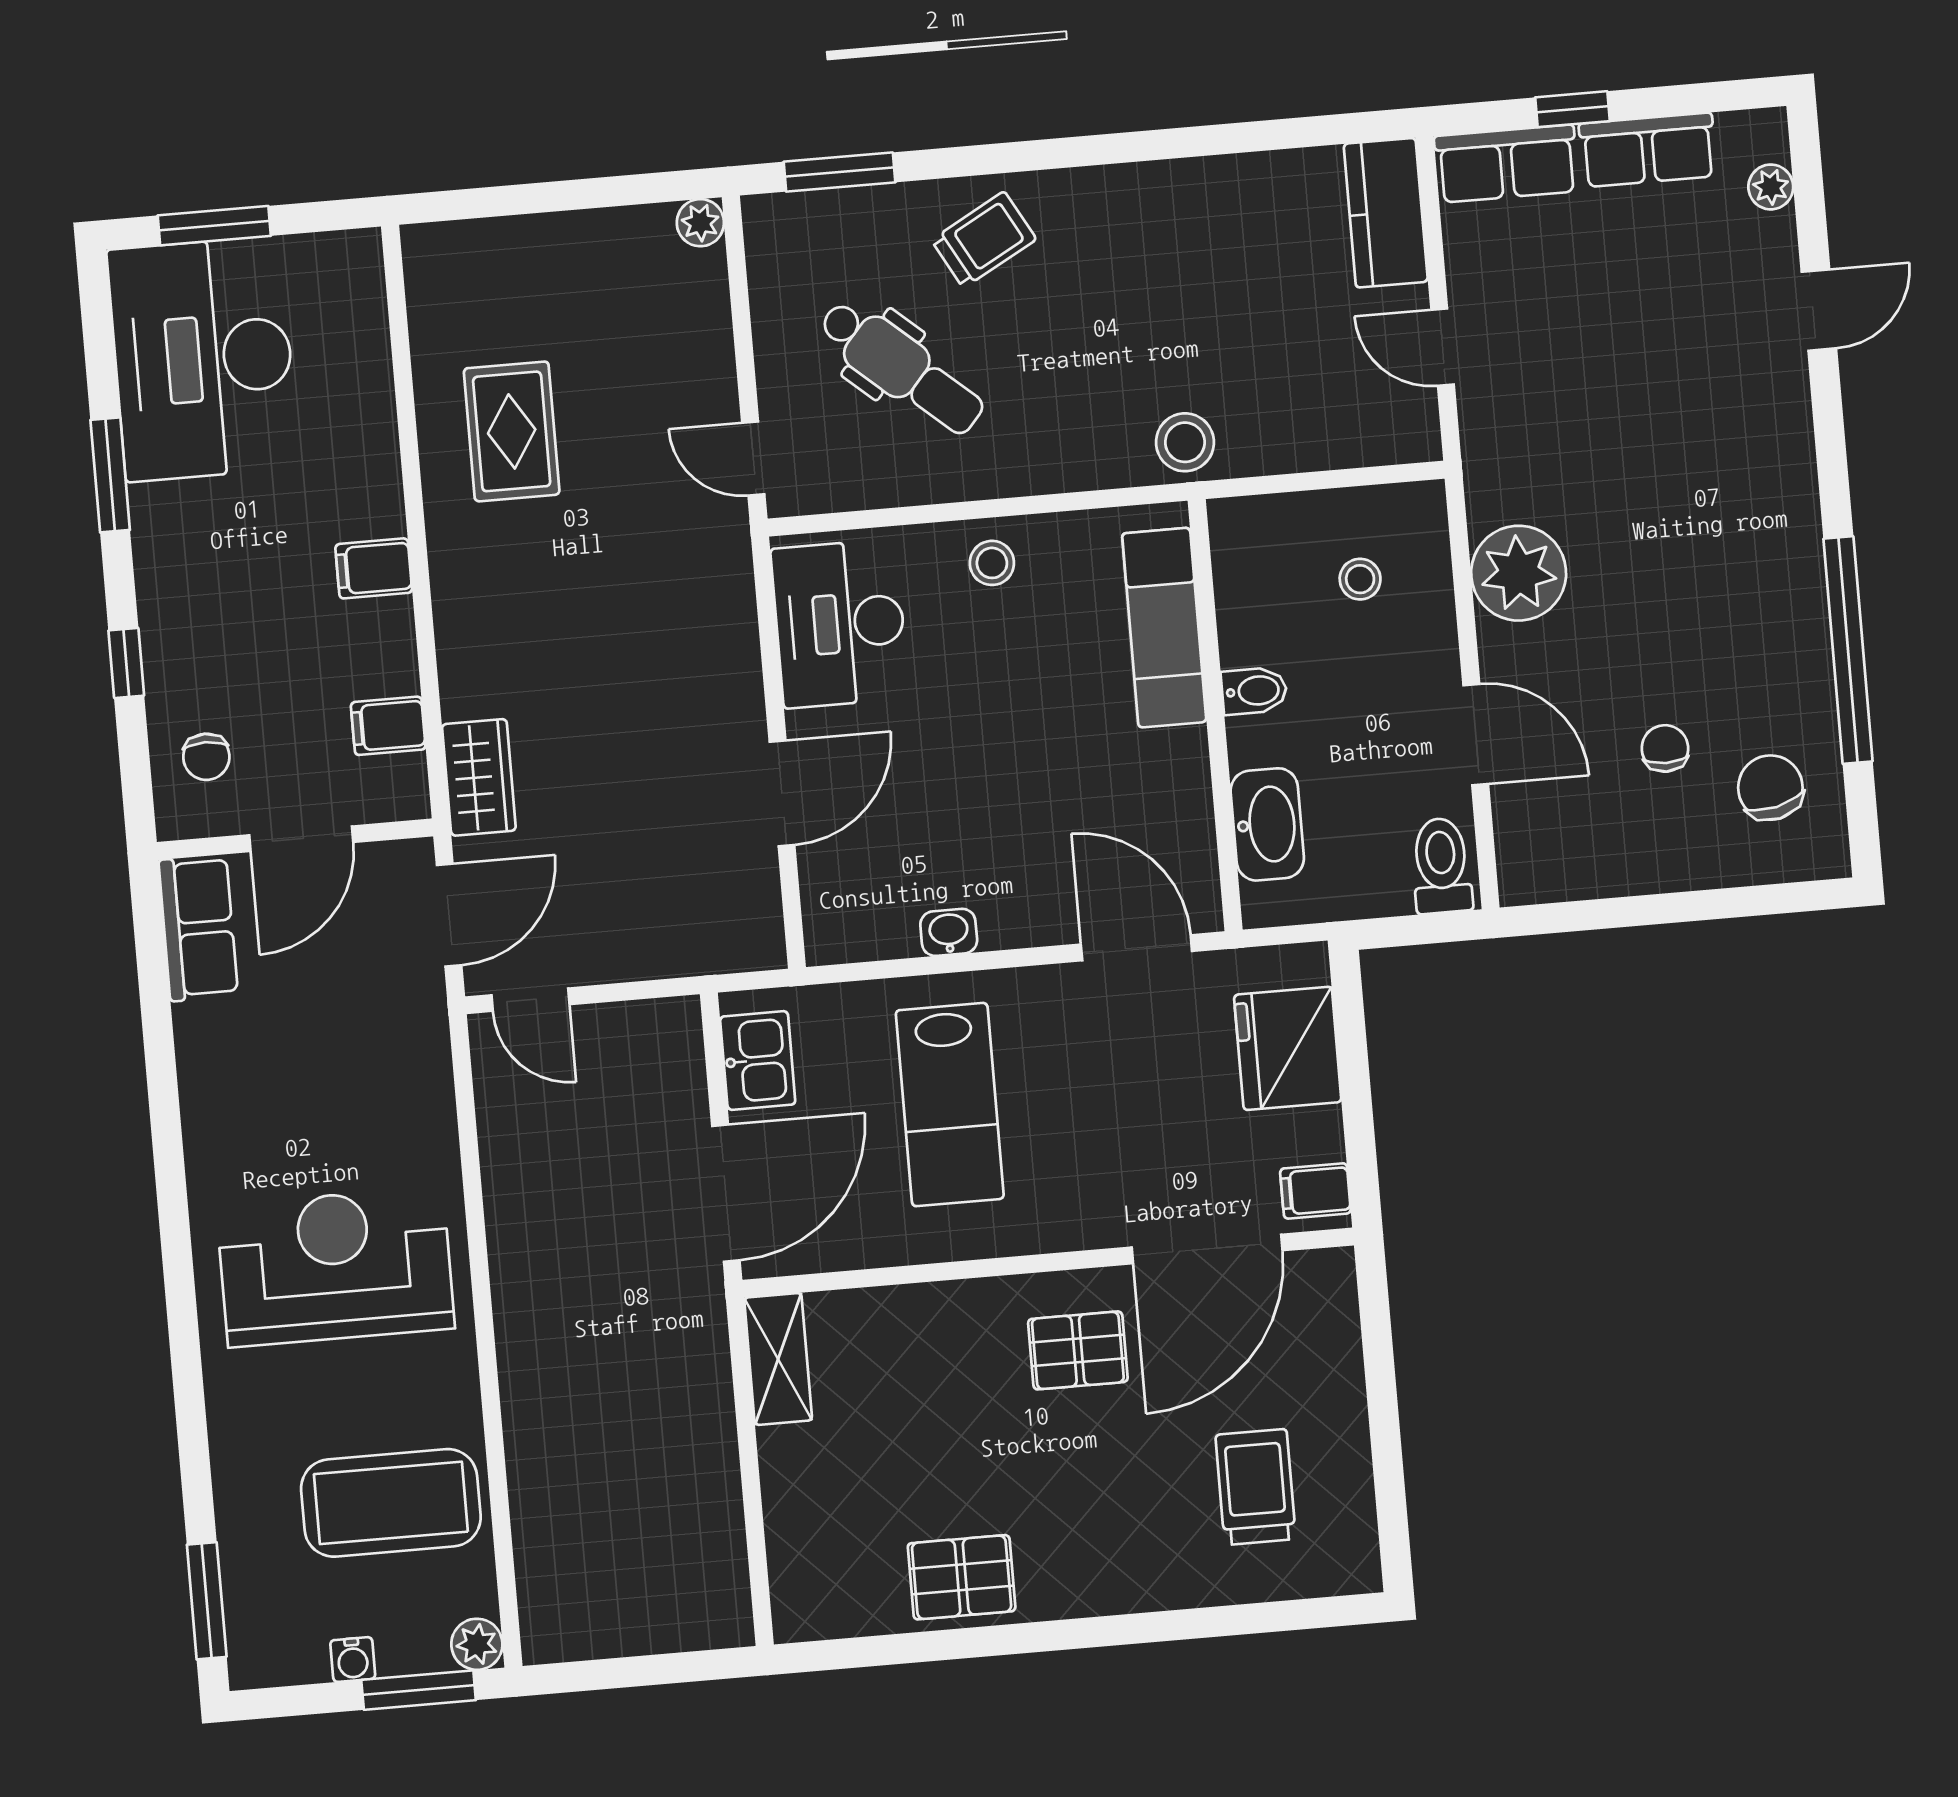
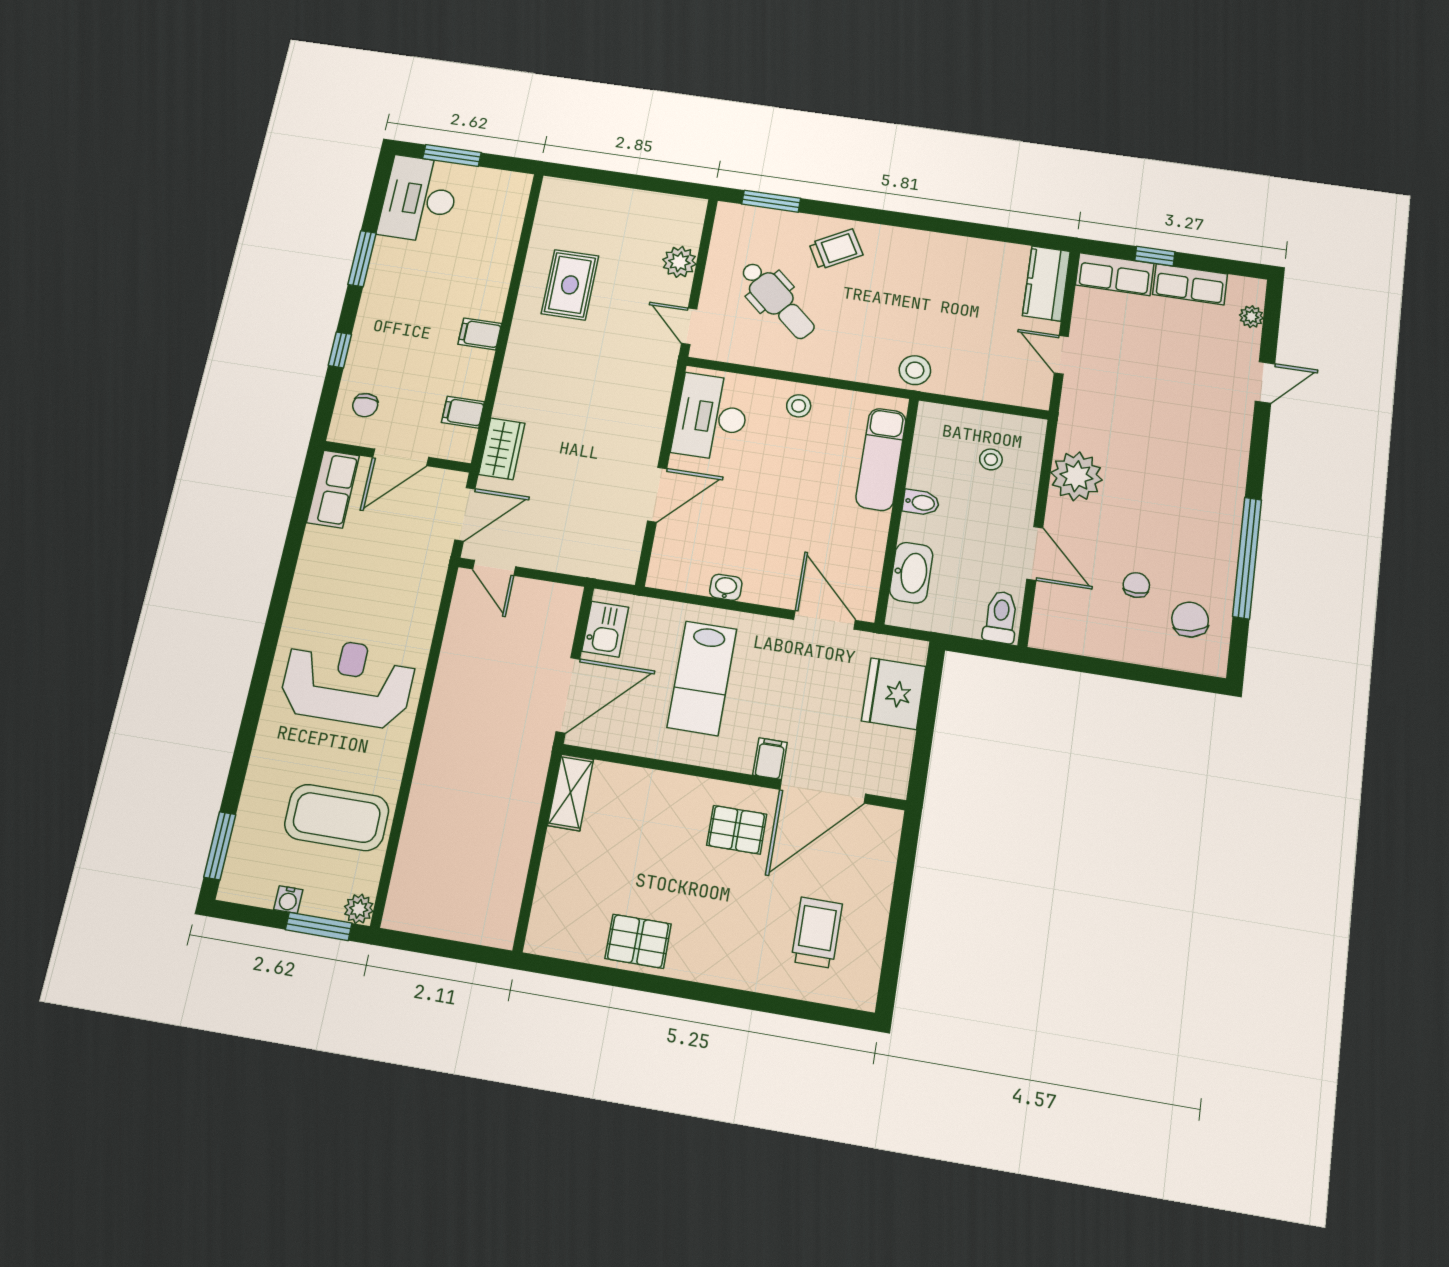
plant: (700, 223) -> (679, 262), moved, width x1.38, depth x1.38
desk: (203, 359) -> (419, 199), width x0.73, depth x0.77
filing cabinet: (1315, 1191) -> (770, 759), moved, turned 90

